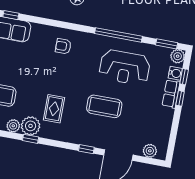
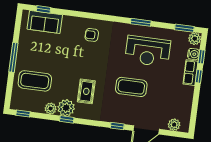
window: (118, 35) -> (141, 22), width x0.47

